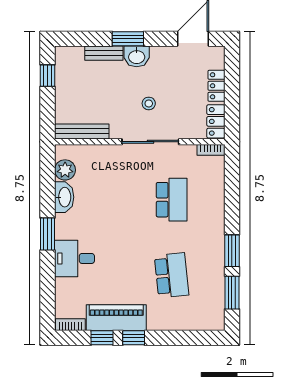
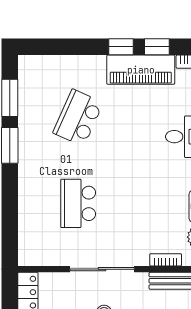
bookcase: (211, 150) -> (166, 260), moved
school desk: (172, 275) -> (78, 118), turned 30

